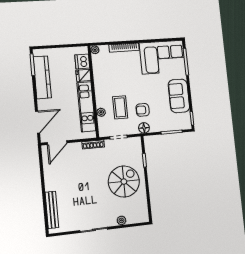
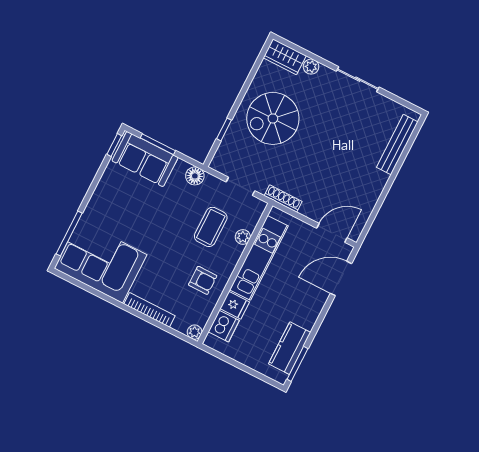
kitchen counter: (42, 77) -> (290, 348), width x0.67
sofa: (179, 96) -> (145, 159), moved, turned 90
armchair: (143, 110) -> (203, 280), moved
wardrobe: (138, 216) -> (285, 57), added

